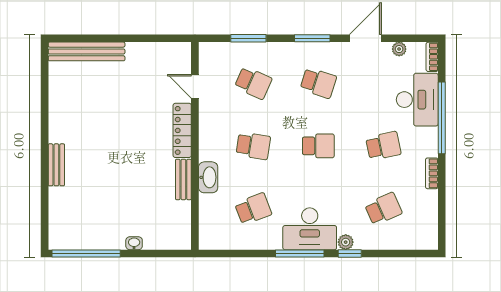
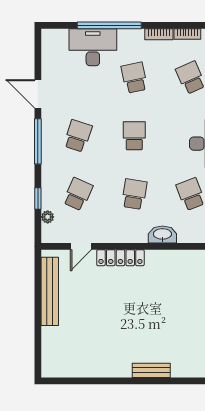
window: (248, 38) -> (38, 198), width x0.67
window: (312, 38) -> (38, 141), width x1.44
plant: (399, 49) -> (48, 217), moved
bench: (87, 51) -> (50, 291), moved
bookcase: (432, 57) -> (187, 34), moved
bench: (183, 179) -> (164, 257), removed

